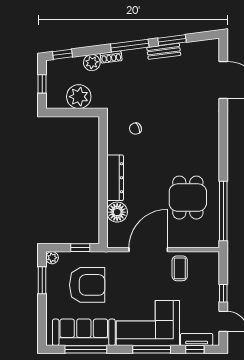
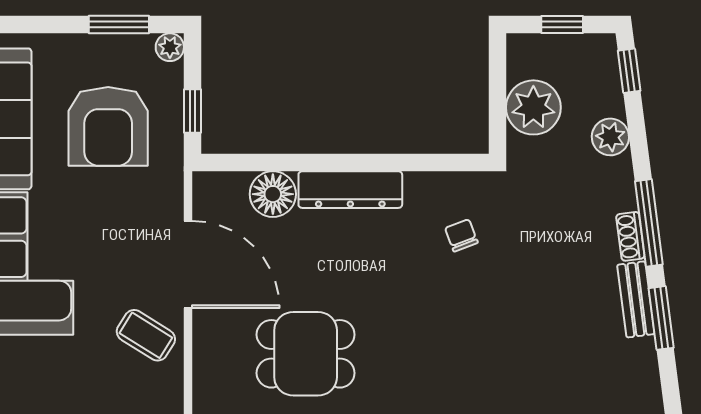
shoe rack: (111, 57) -> (630, 236), moved
coffee table: (180, 268) -> (146, 335), turned 32

